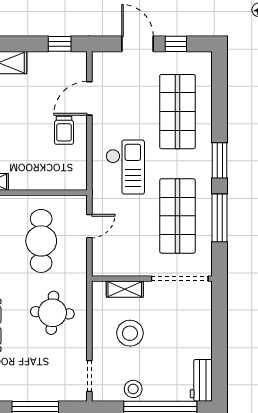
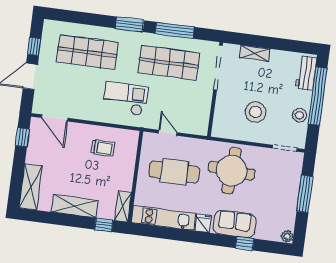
door: (89, 98) -> (55, 118), moved
trolley: (64, 130) -> (103, 148), moved
shelving: (125, 289) -> (255, 53), moved, turned 90
round table: (52, 313) -> (232, 171), width x1.36, depth x1.36
workbench: (201, 380) -> (306, 73), moved, turned 90

